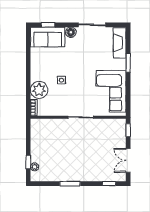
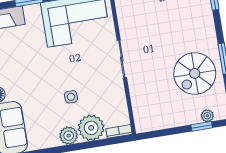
plant: (36, 74) -> (69, 136), added
spiral stairs: (63, 163) -> (195, 73), added

